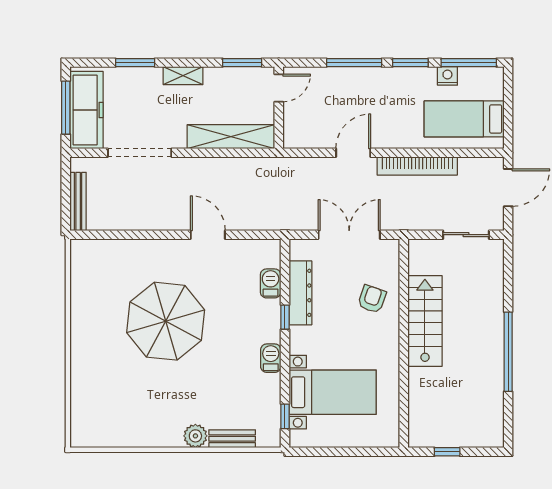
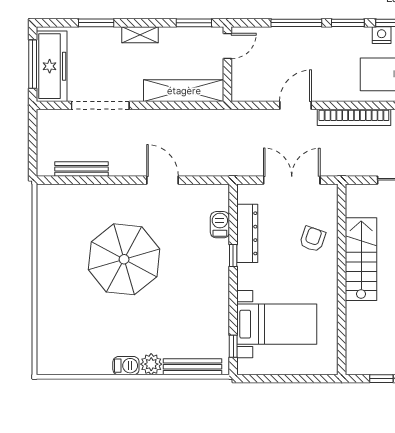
bench: (78, 201) -> (81, 169), moved, turned 90
barbecue: (271, 358) -> (126, 366), moved, turned 90
bench: (232, 439) -> (193, 367), width x1.36

